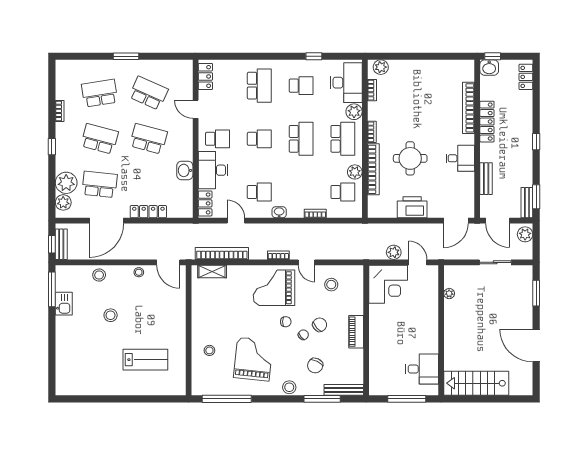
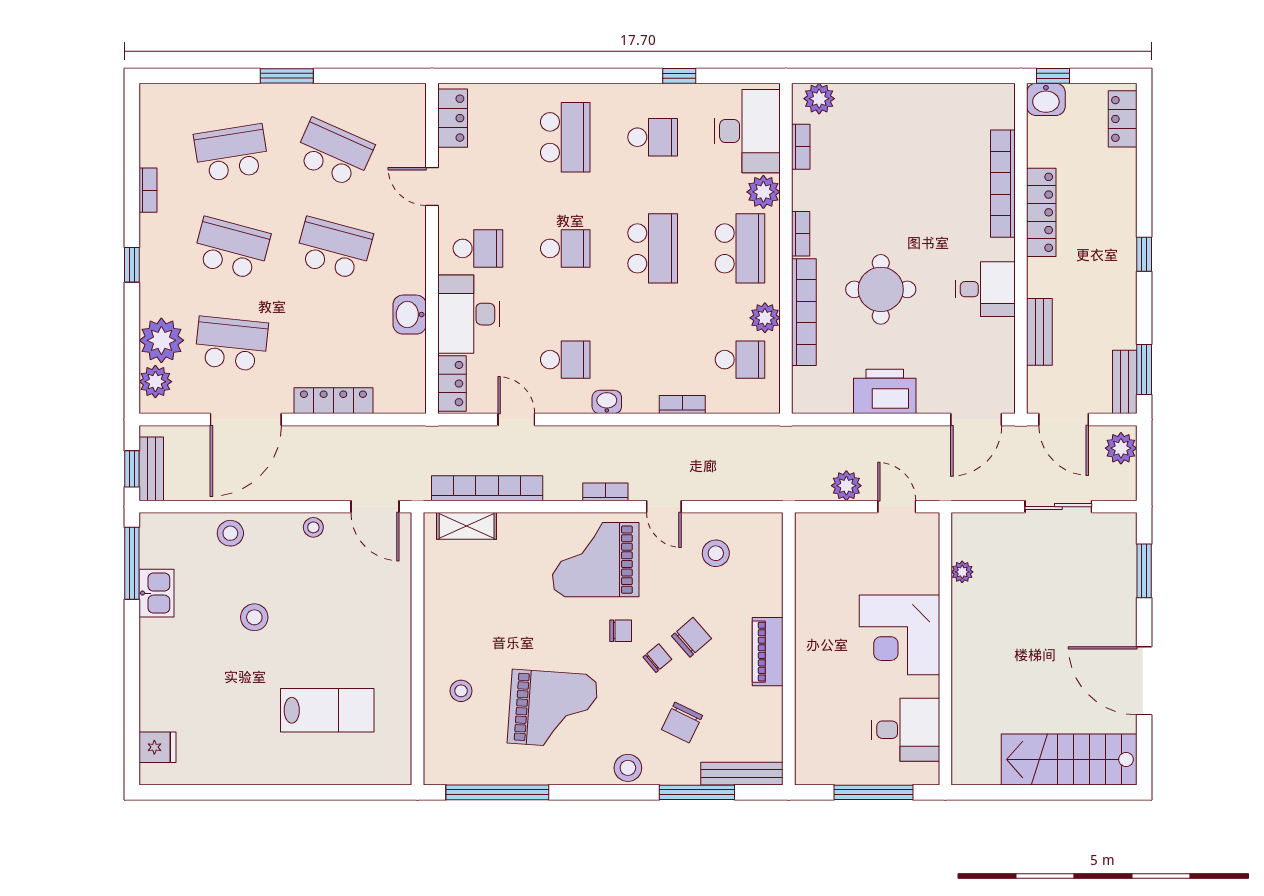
corner desk: (388, 284) -> (900, 635), moved, turned 90
grand piano: (253, 359) -> (553, 709), turned 88
fridge: (64, 377) -> (157, 747), added
stairs: (476, 383) -> (1069, 759), moved

